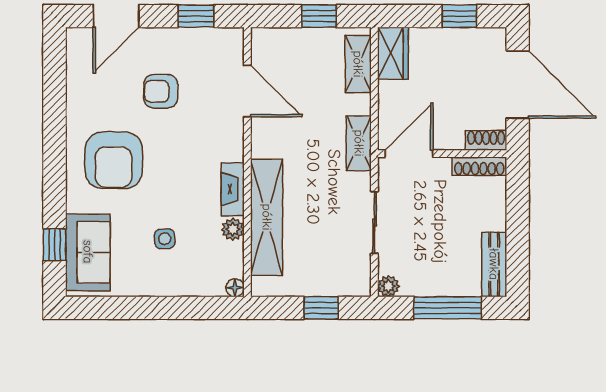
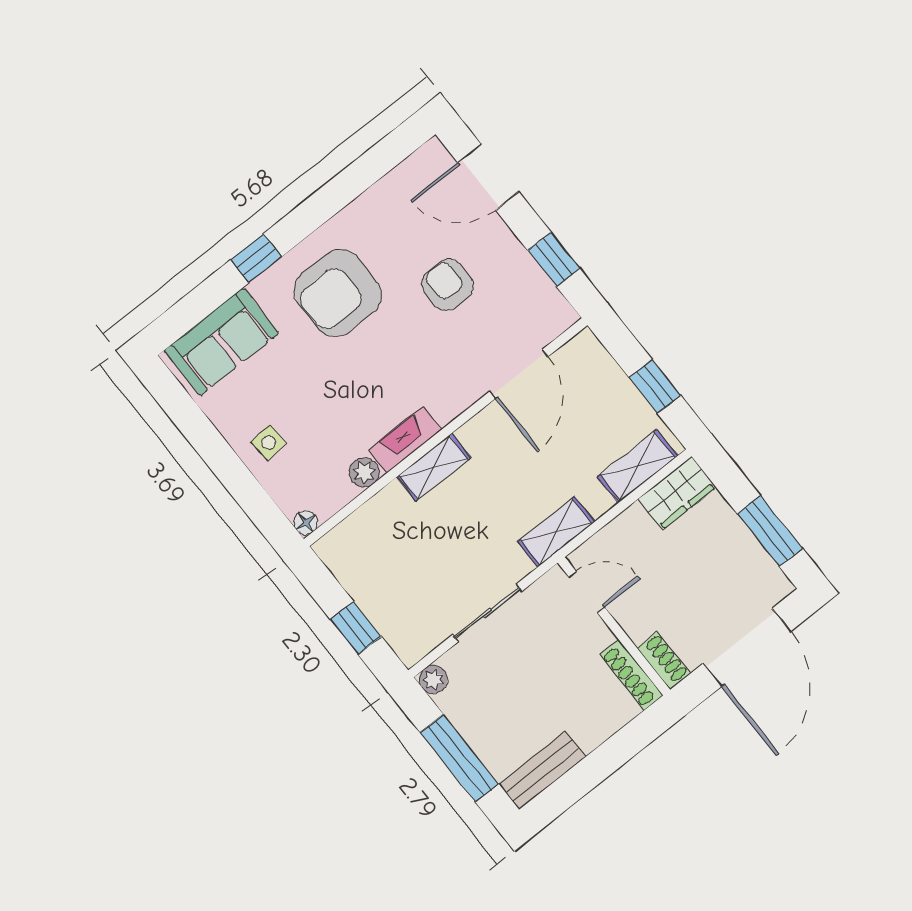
window: (459, 16) -> (770, 531), width x1.50
door: (409, 154) -> (587, 592), width x0.73
shelving: (267, 217) -> (434, 467), width x0.45, depth x0.75
side table: (165, 239) -> (269, 443), moved
window: (54, 245) -> (256, 258), moved

